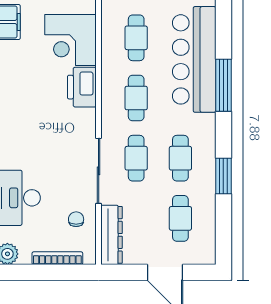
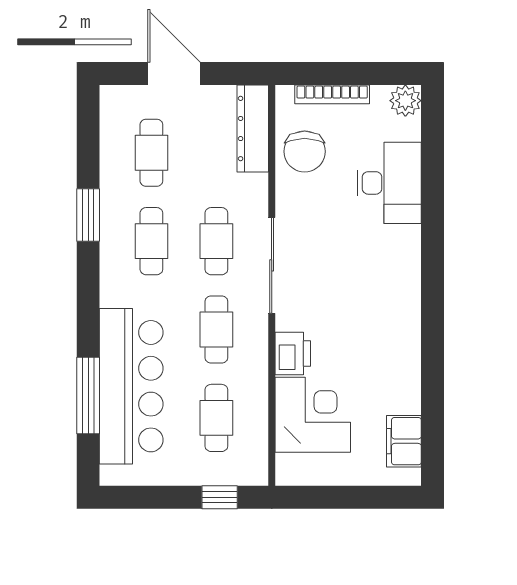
window: (223, 85) -> (88, 395), moved
printer: (82, 87) -> (293, 353), width x0.73, depth x0.84
sliding door: (99, 171) -> (272, 265), moved
chair: (76, 219) -> (305, 151), width x1.87, depth x1.87

